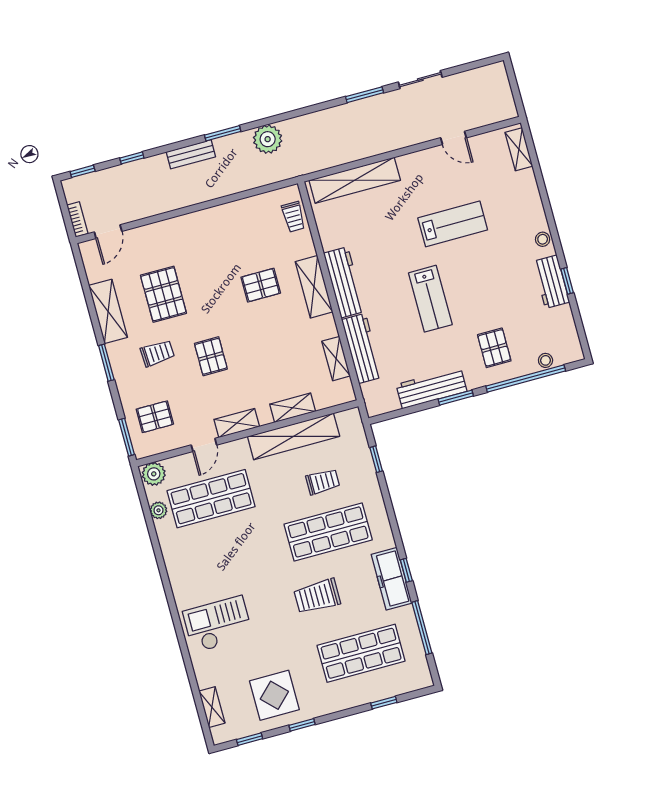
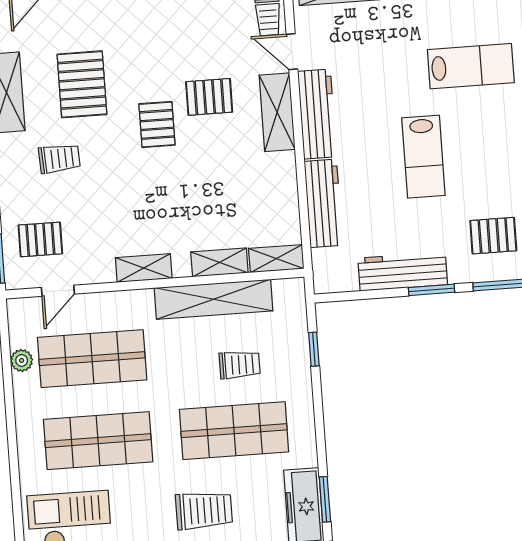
door: (316, 239) -> (292, 52), added
pallet: (494, 348) -> (493, 236), turned 90
pallet: (211, 356) -> (157, 124), moved
shelving: (336, 359) -> (276, 259), moved, turned 90
door: (204, 445) -> (58, 291), moved
plant: (154, 474) -> (25, 313), removed
shop shelf: (228, 559) -> (98, 441), added
window: (406, 570) -> (325, 499), width x1.50
trolley: (317, 596) -> (204, 510), turned 180

